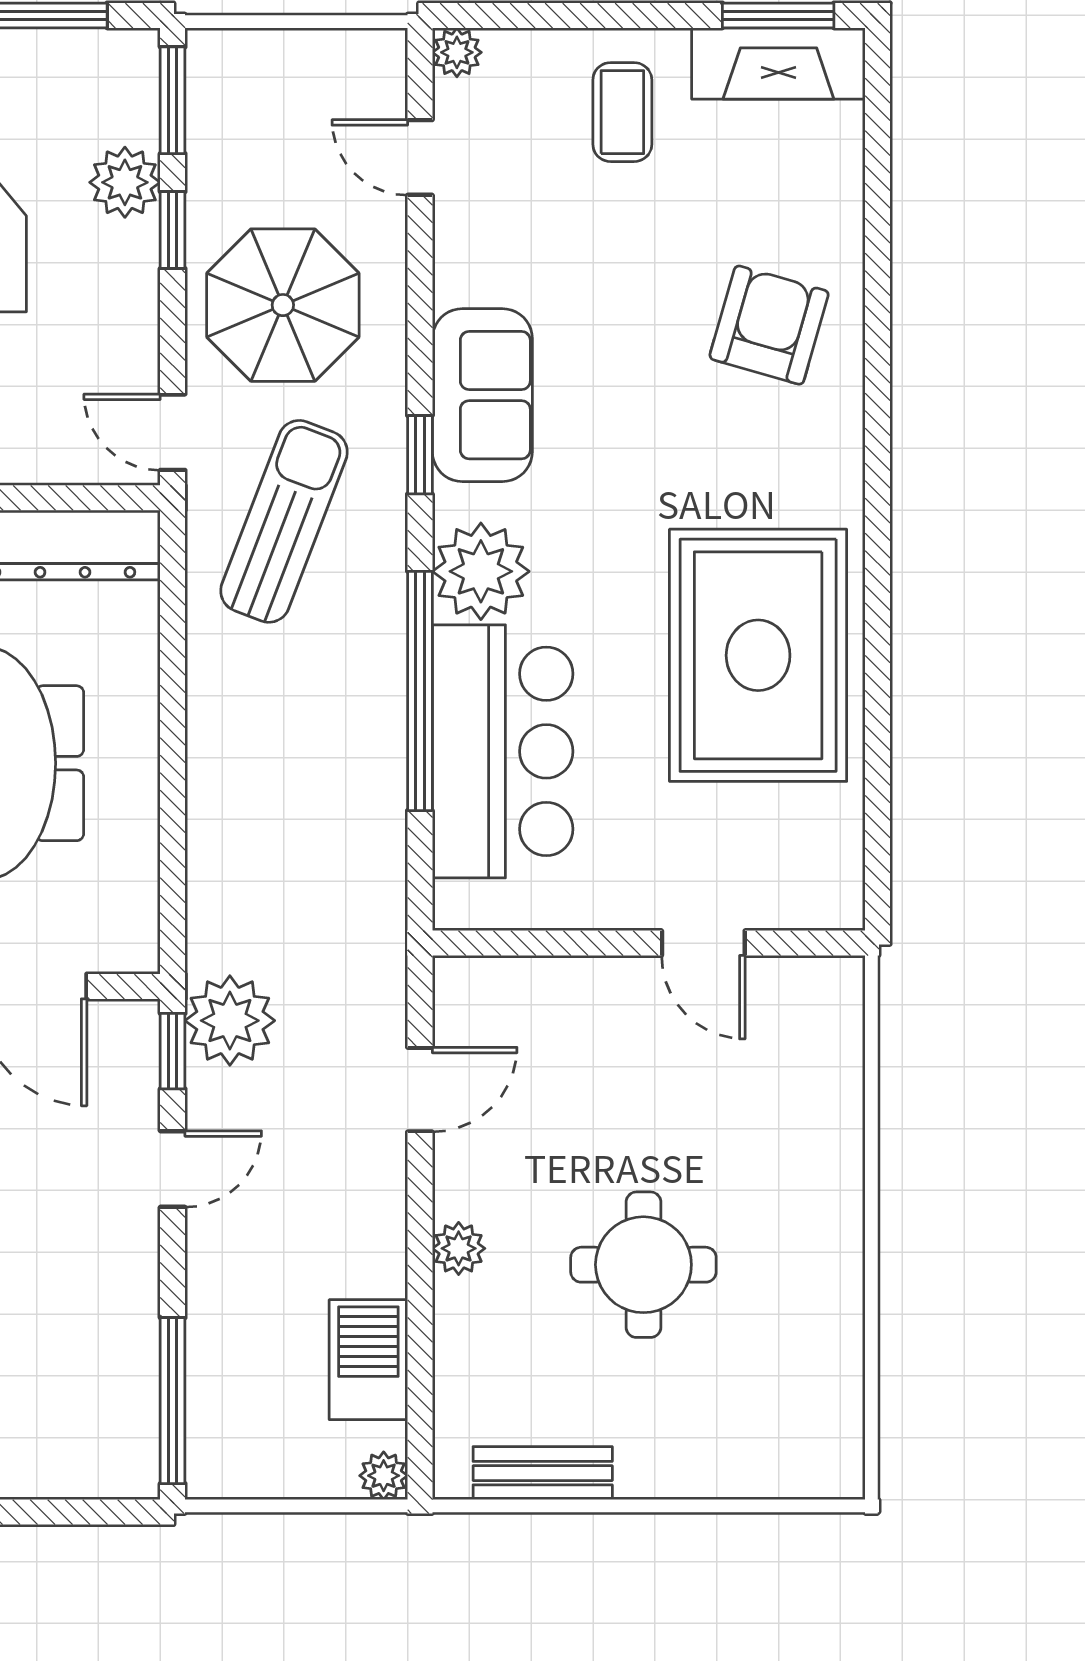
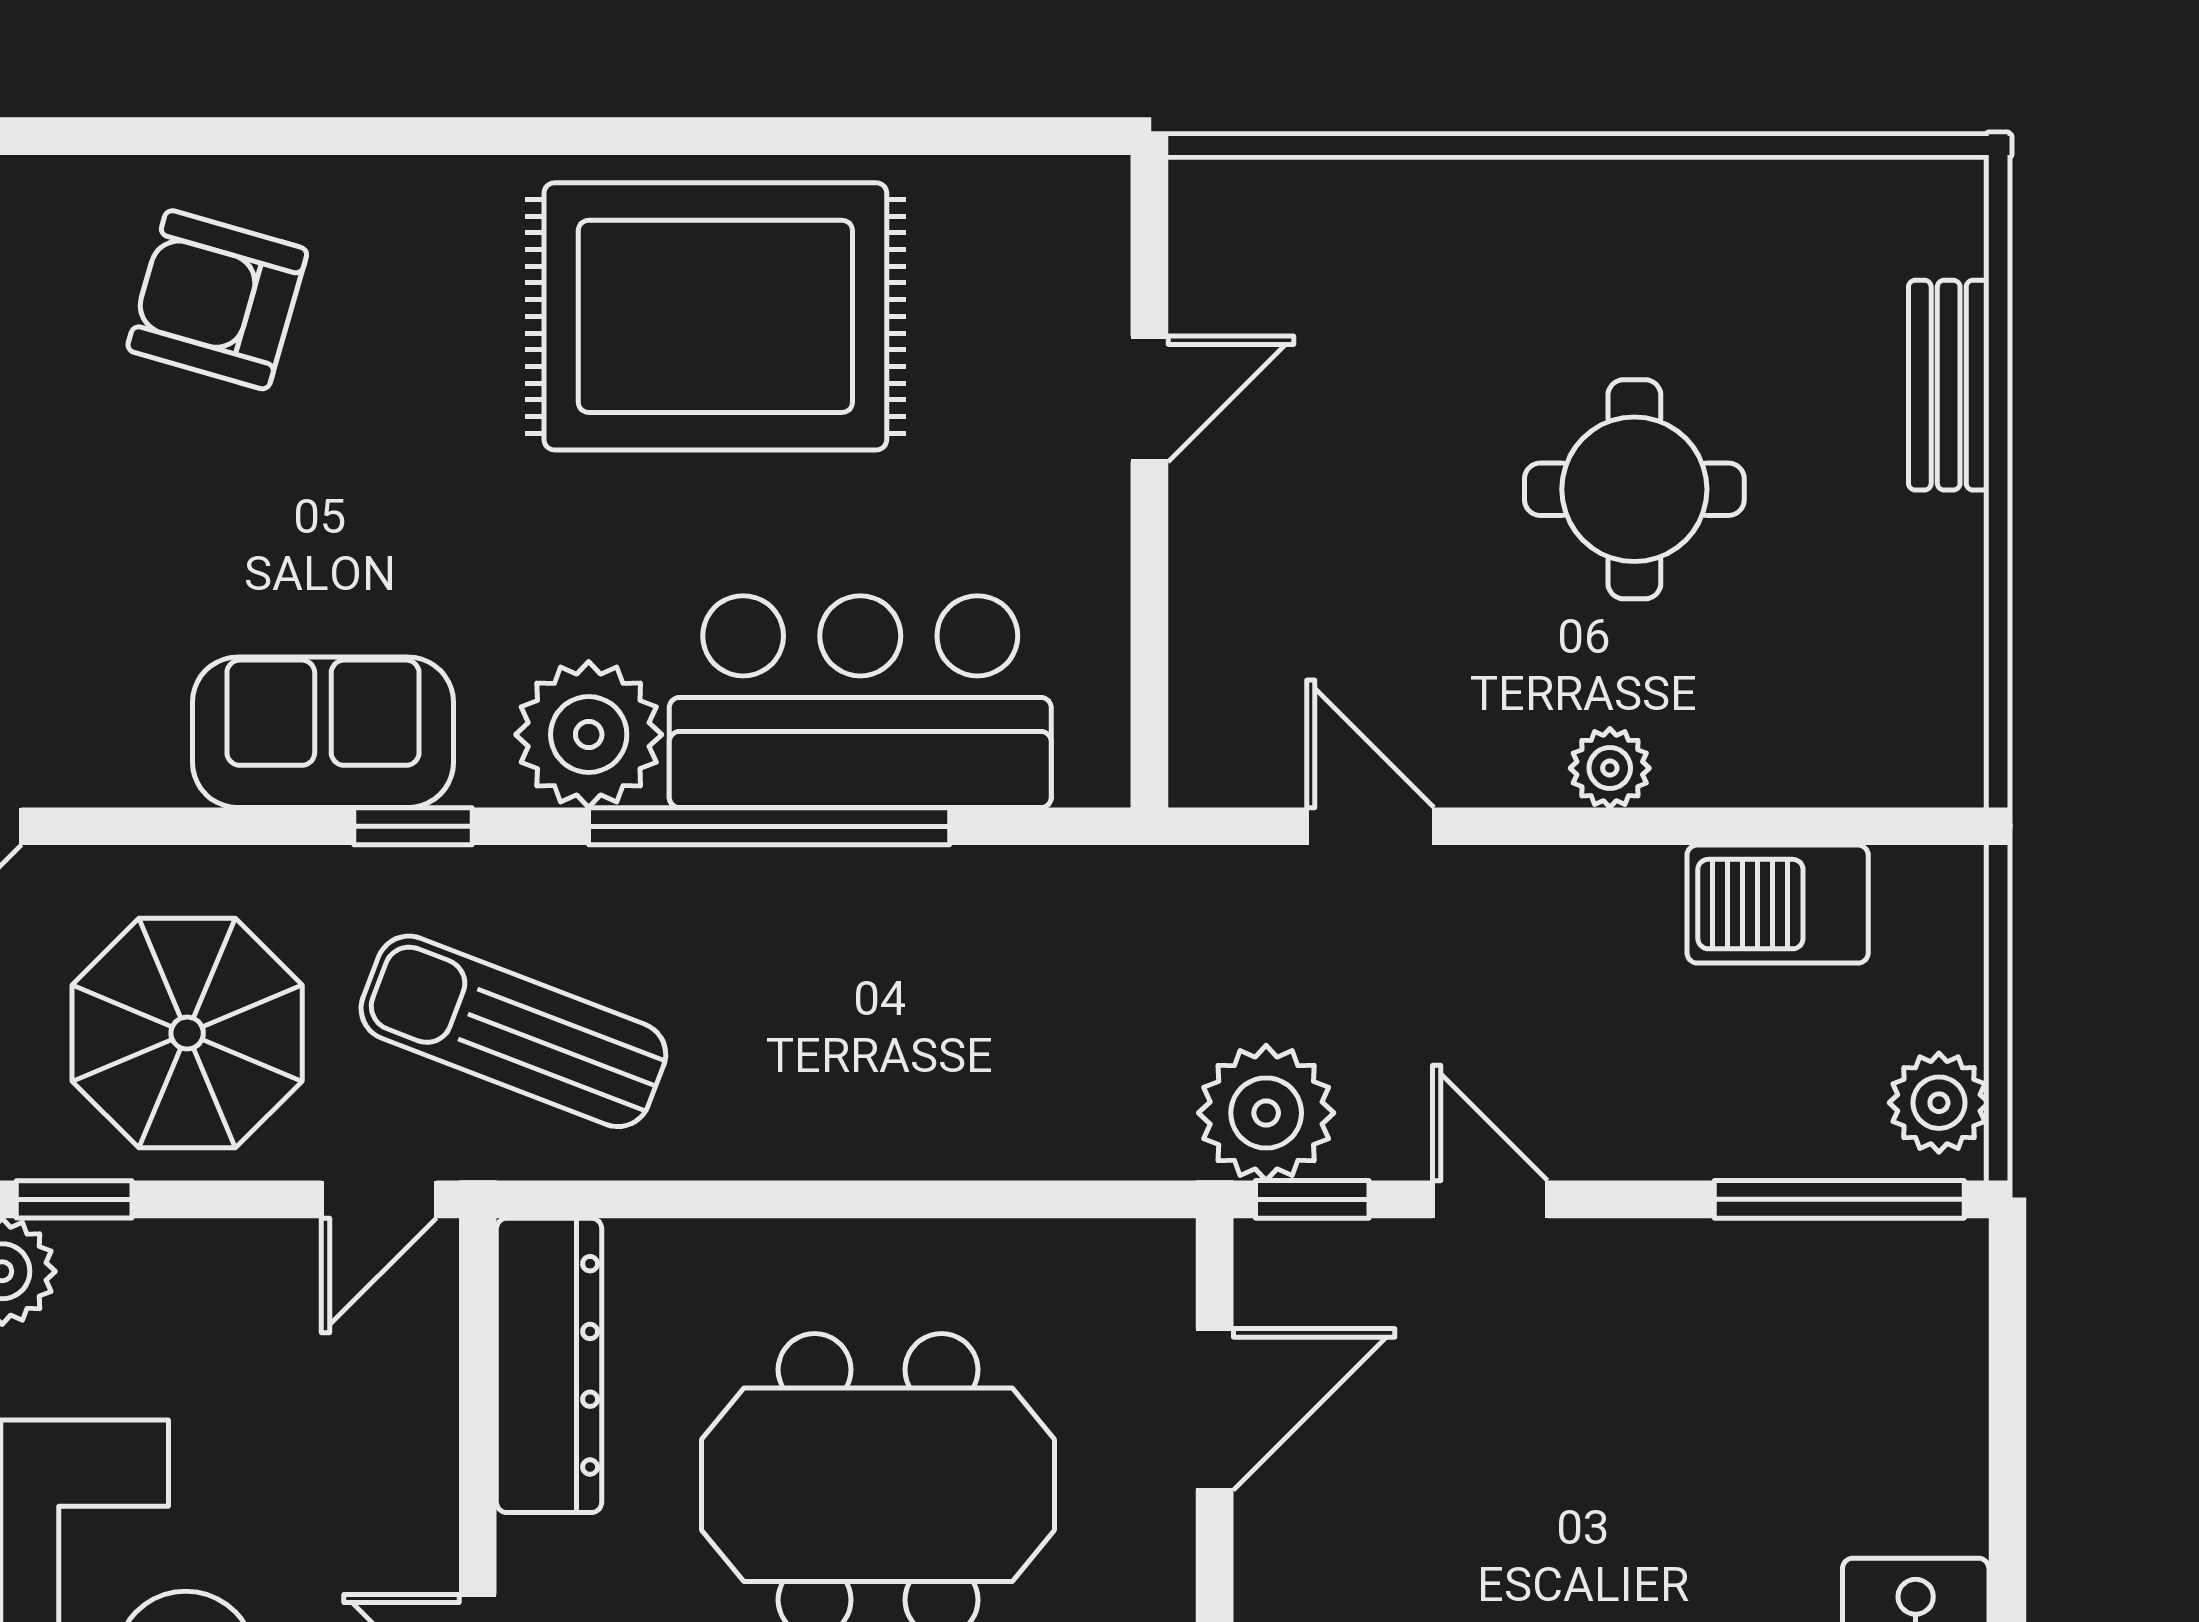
bench: (543, 1473) -> (1949, 385), moved
plant: (384, 1476) -> (1939, 1103), moved, width x1.38, depth x1.38

